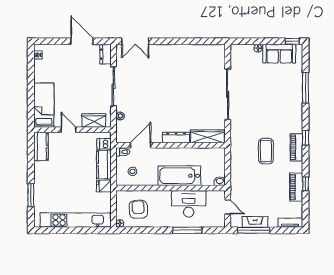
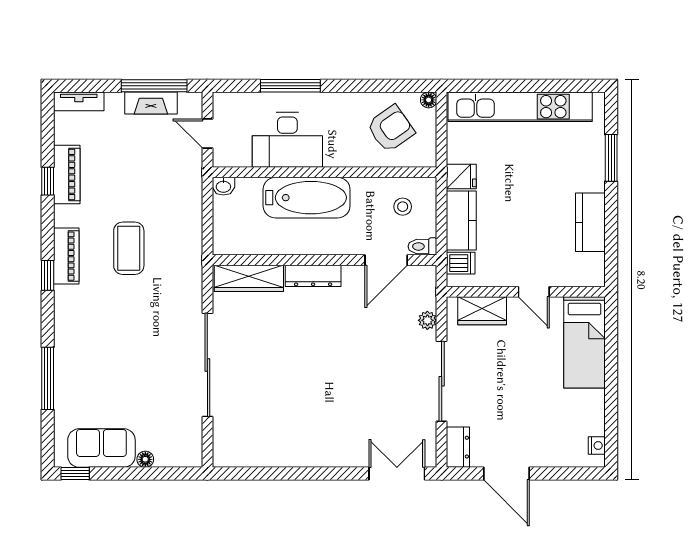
kitchen counter: (41, 146) -> (590, 222), moved
armchair: (138, 209) -> (391, 129), turned -122

